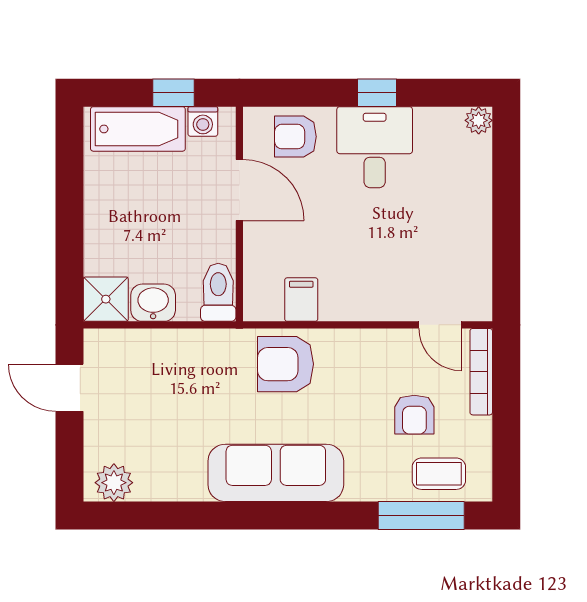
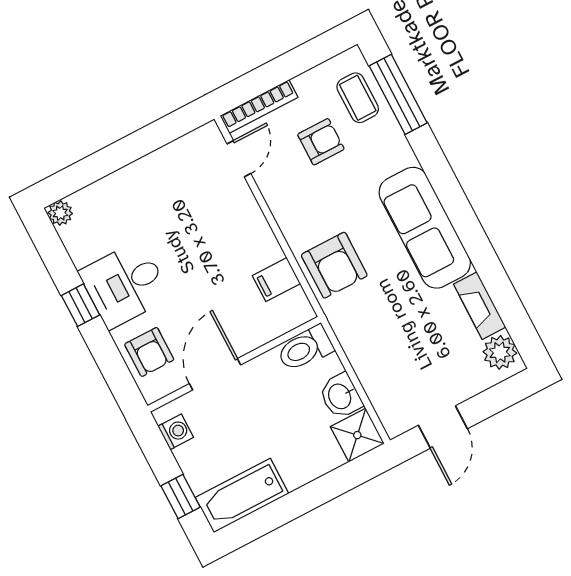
window: (174, 93) -> (181, 496), moved
bathtub: (138, 129) -> (242, 495), moved, turned -90
fireplace: (170, 487) -> (480, 306), added

